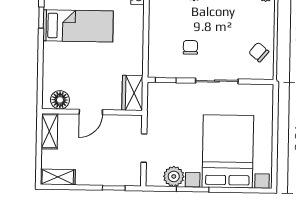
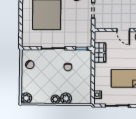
wardrobe: (132, 93) -> (100, 53), moved
door: (91, 112) -> (123, 30), swing flipped

